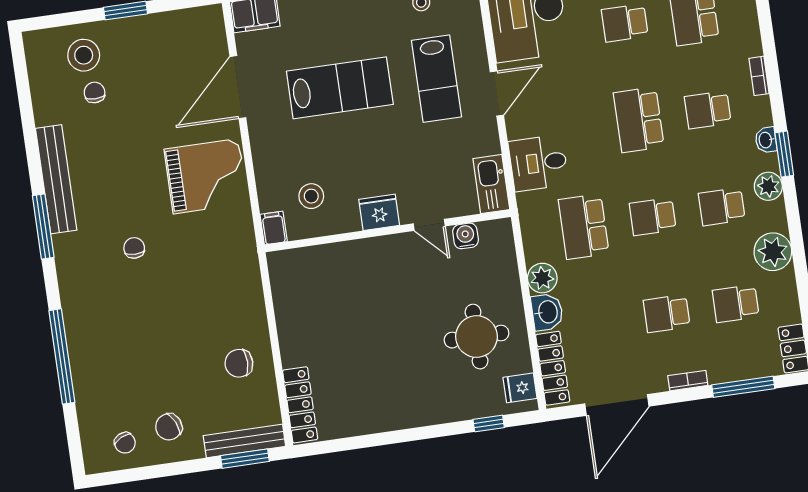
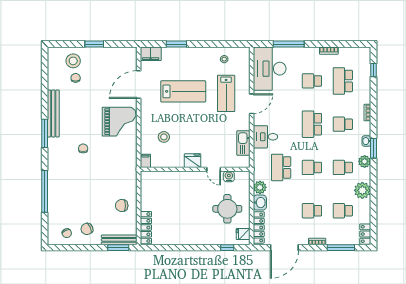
fridge: (379, 212) -> (193, 161), moved
door: (429, 225) -> (214, 169), moved
filing cabinet: (274, 228) -> (145, 161), moved
wall: (388, 231) -> (195, 169), moved
water cooler: (466, 236) -> (229, 176), moved

